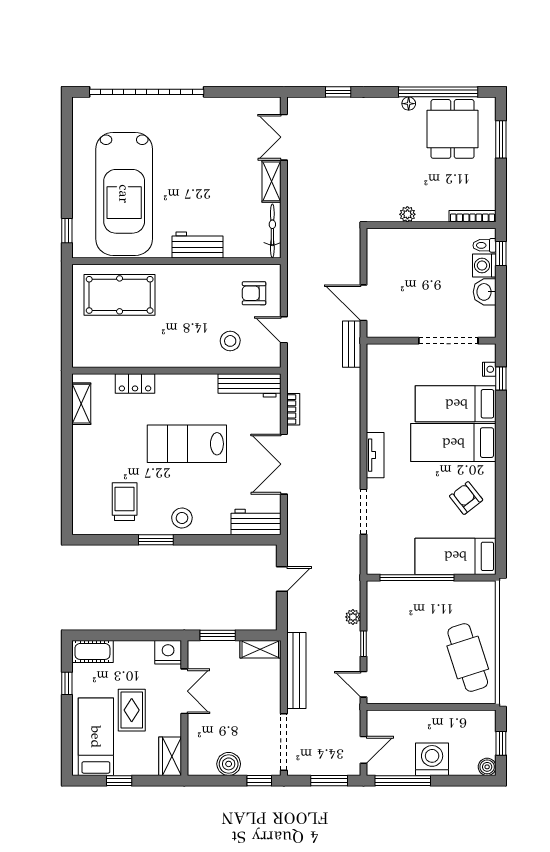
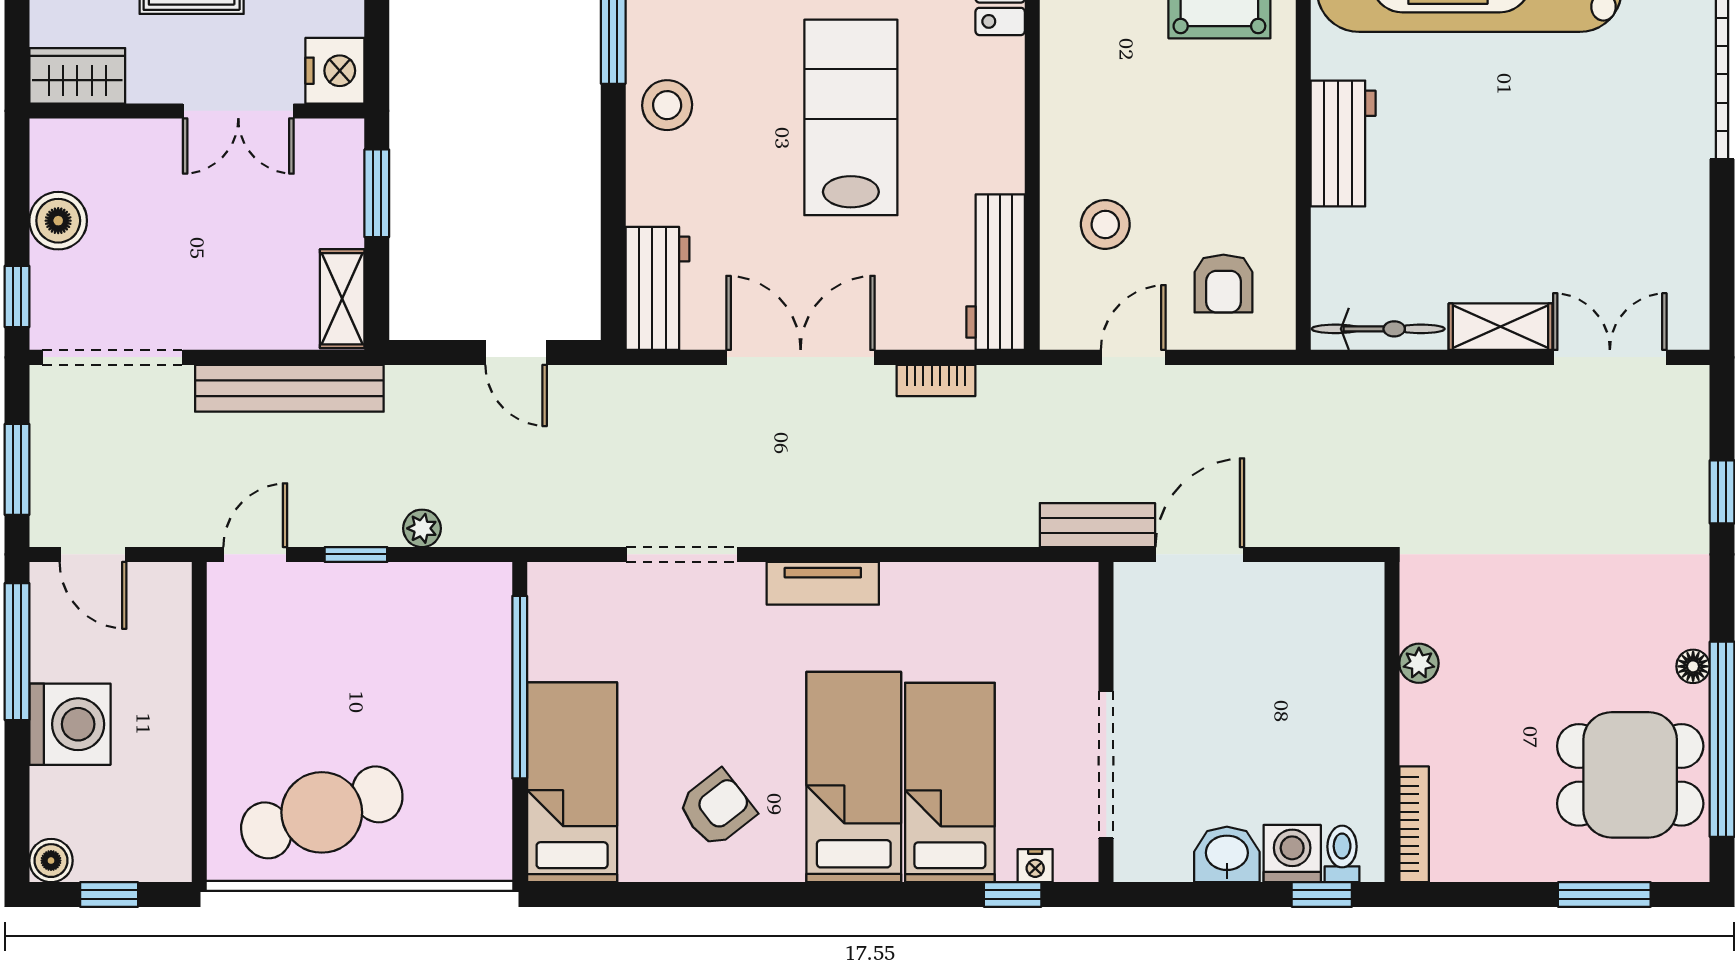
armchair: (254, 293) -> (1223, 284), turned 180

